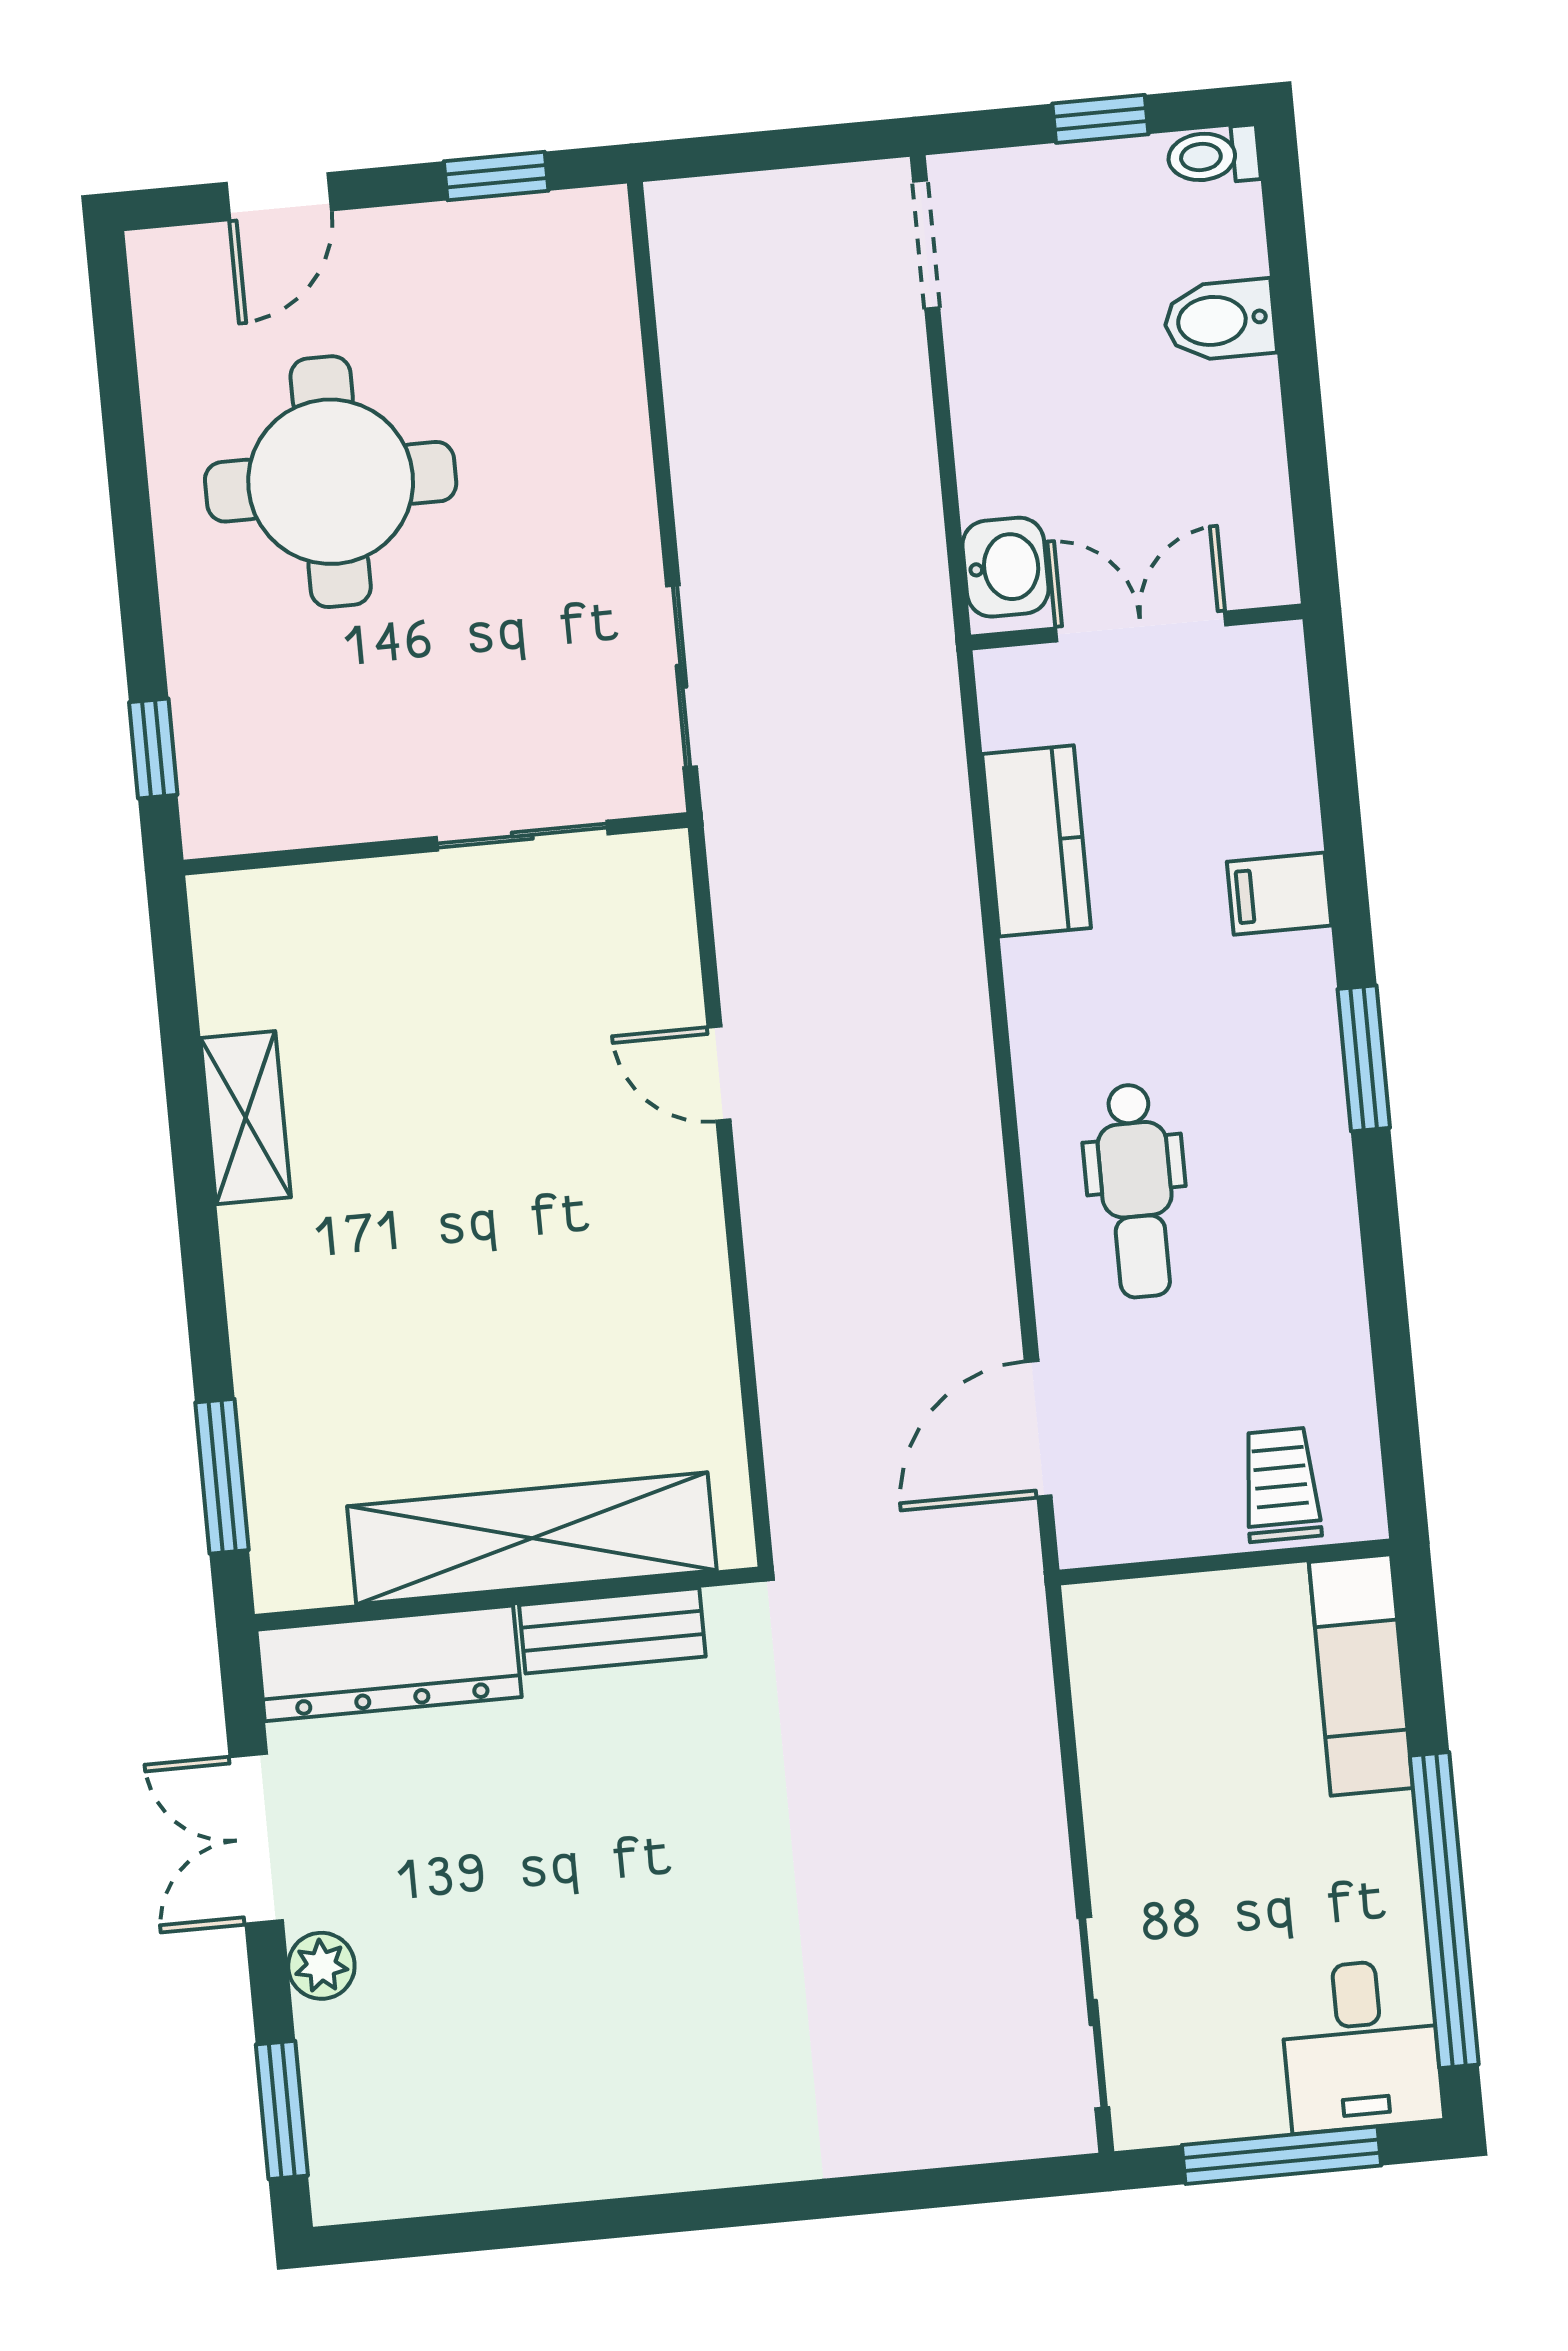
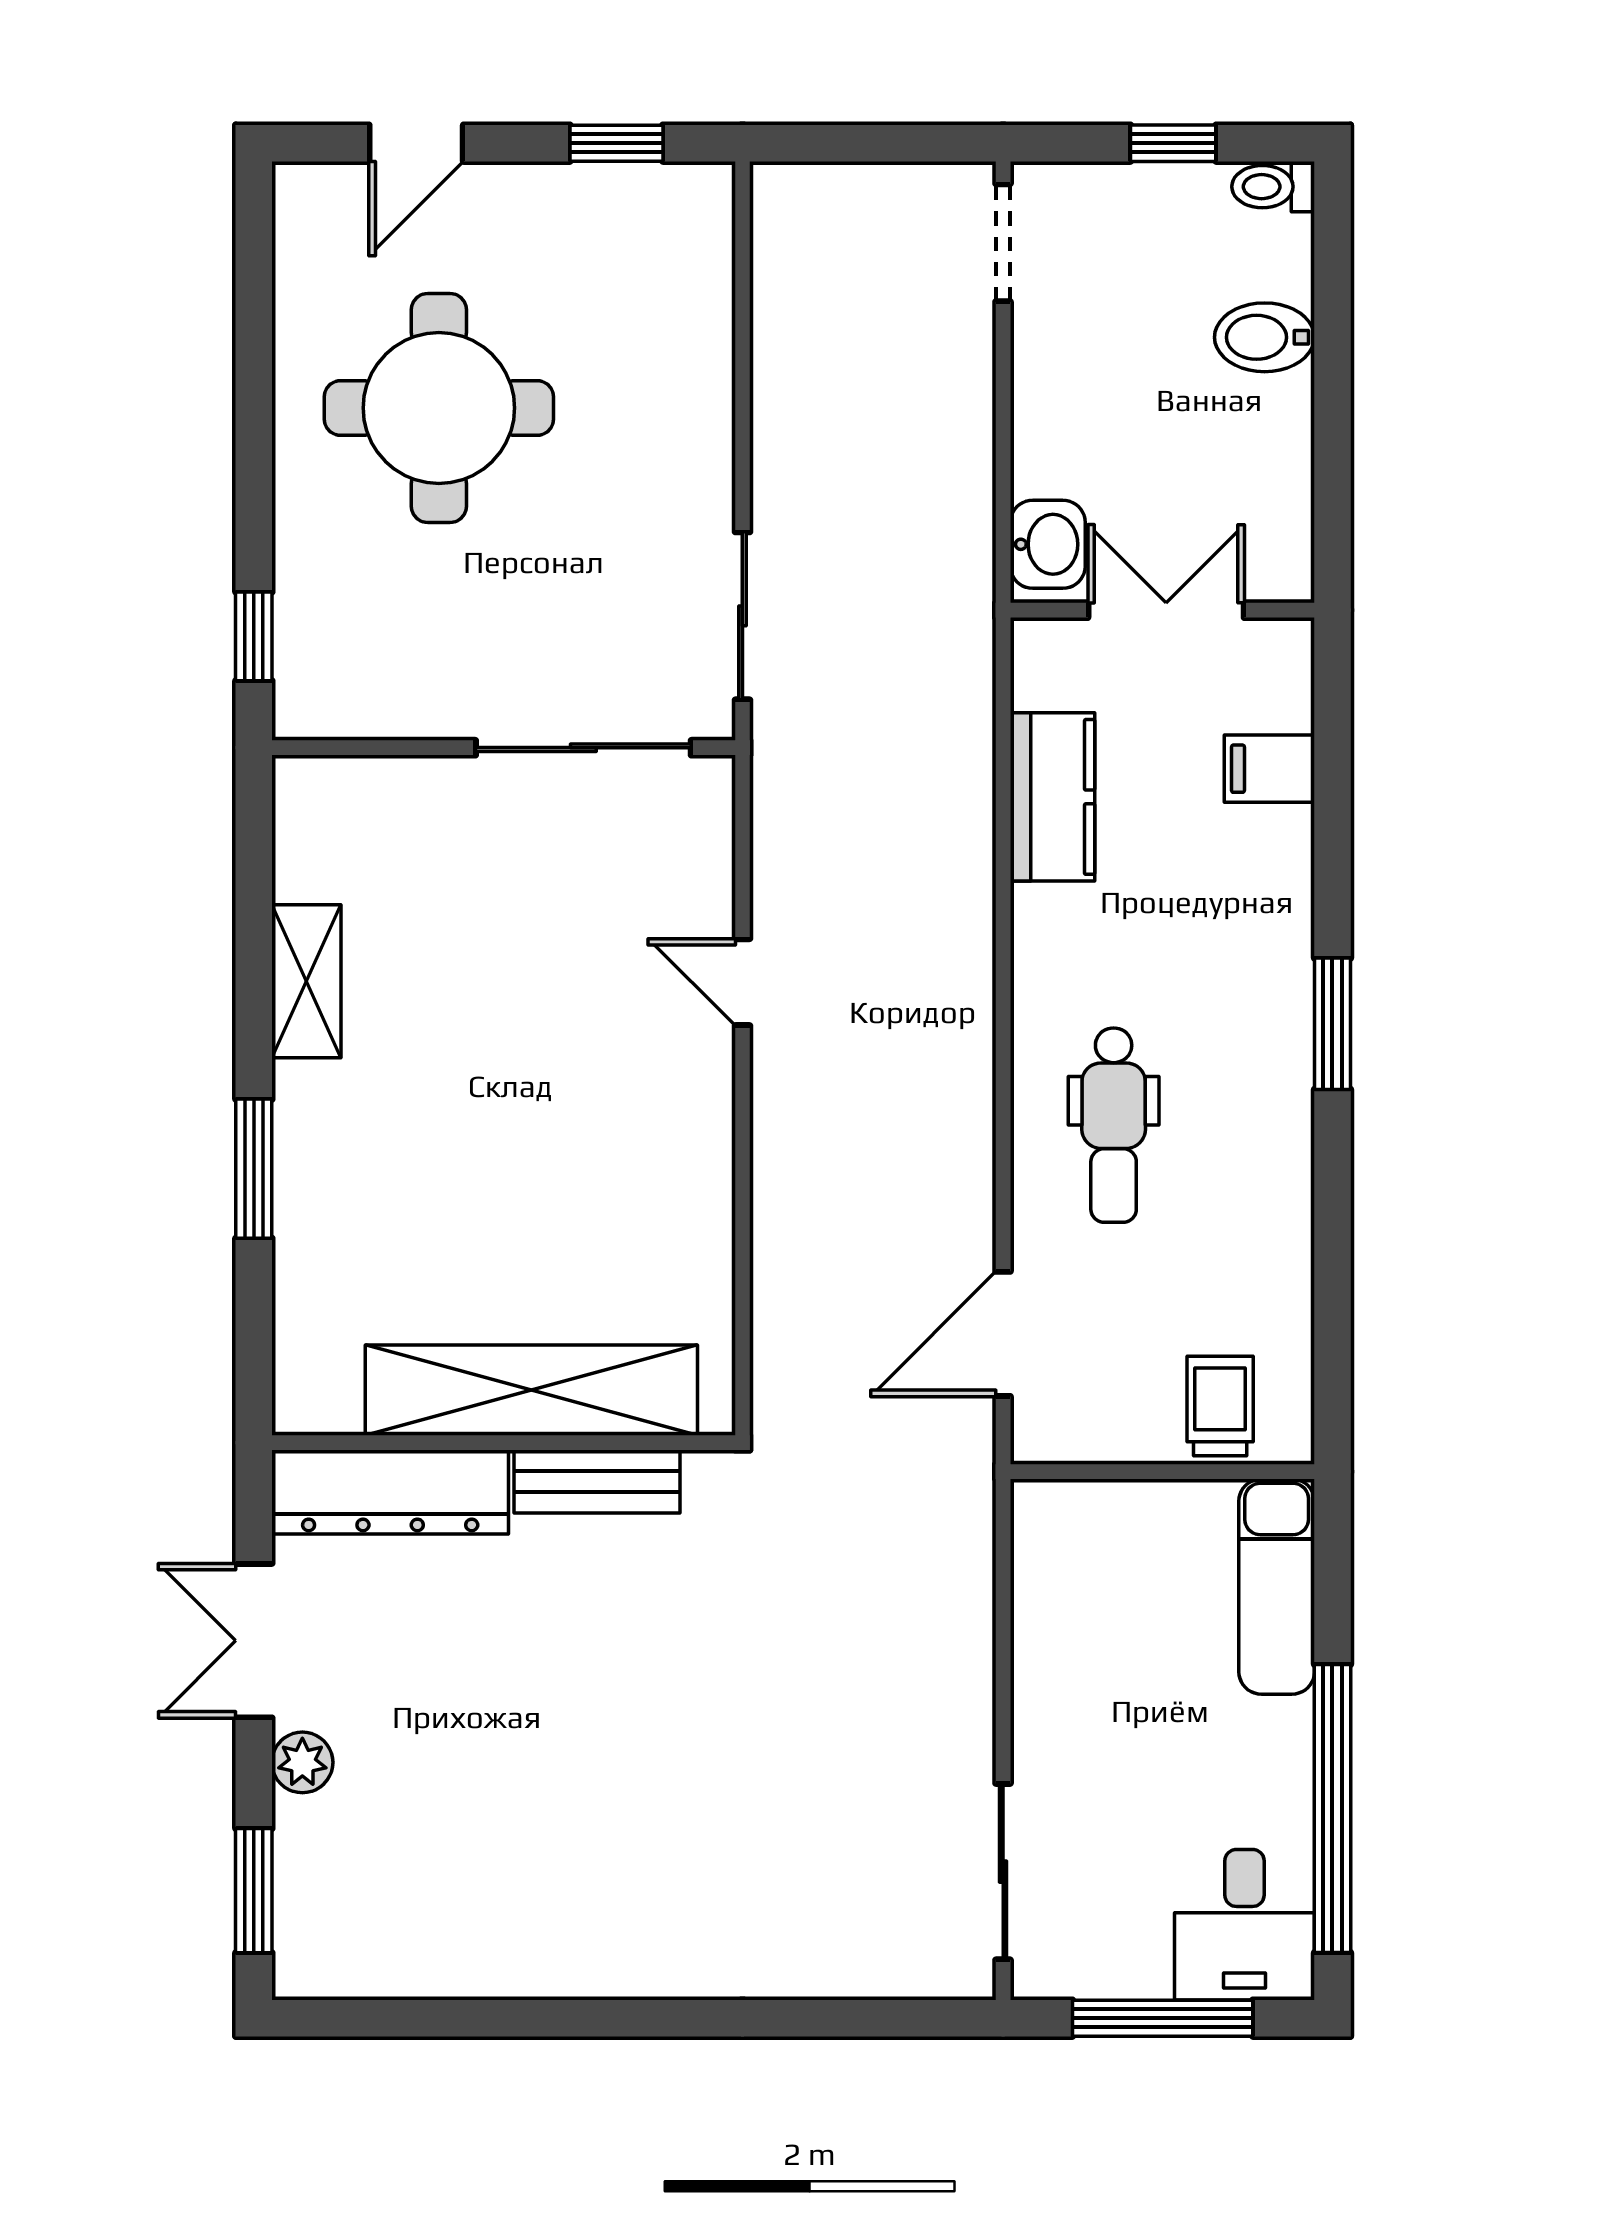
sliding door: (522, 836) -> (583, 748), width x1.37
filing cabinet: (1279, 894) -> (1269, 769), moved
window: (222, 1476) -> (254, 1169), moved

